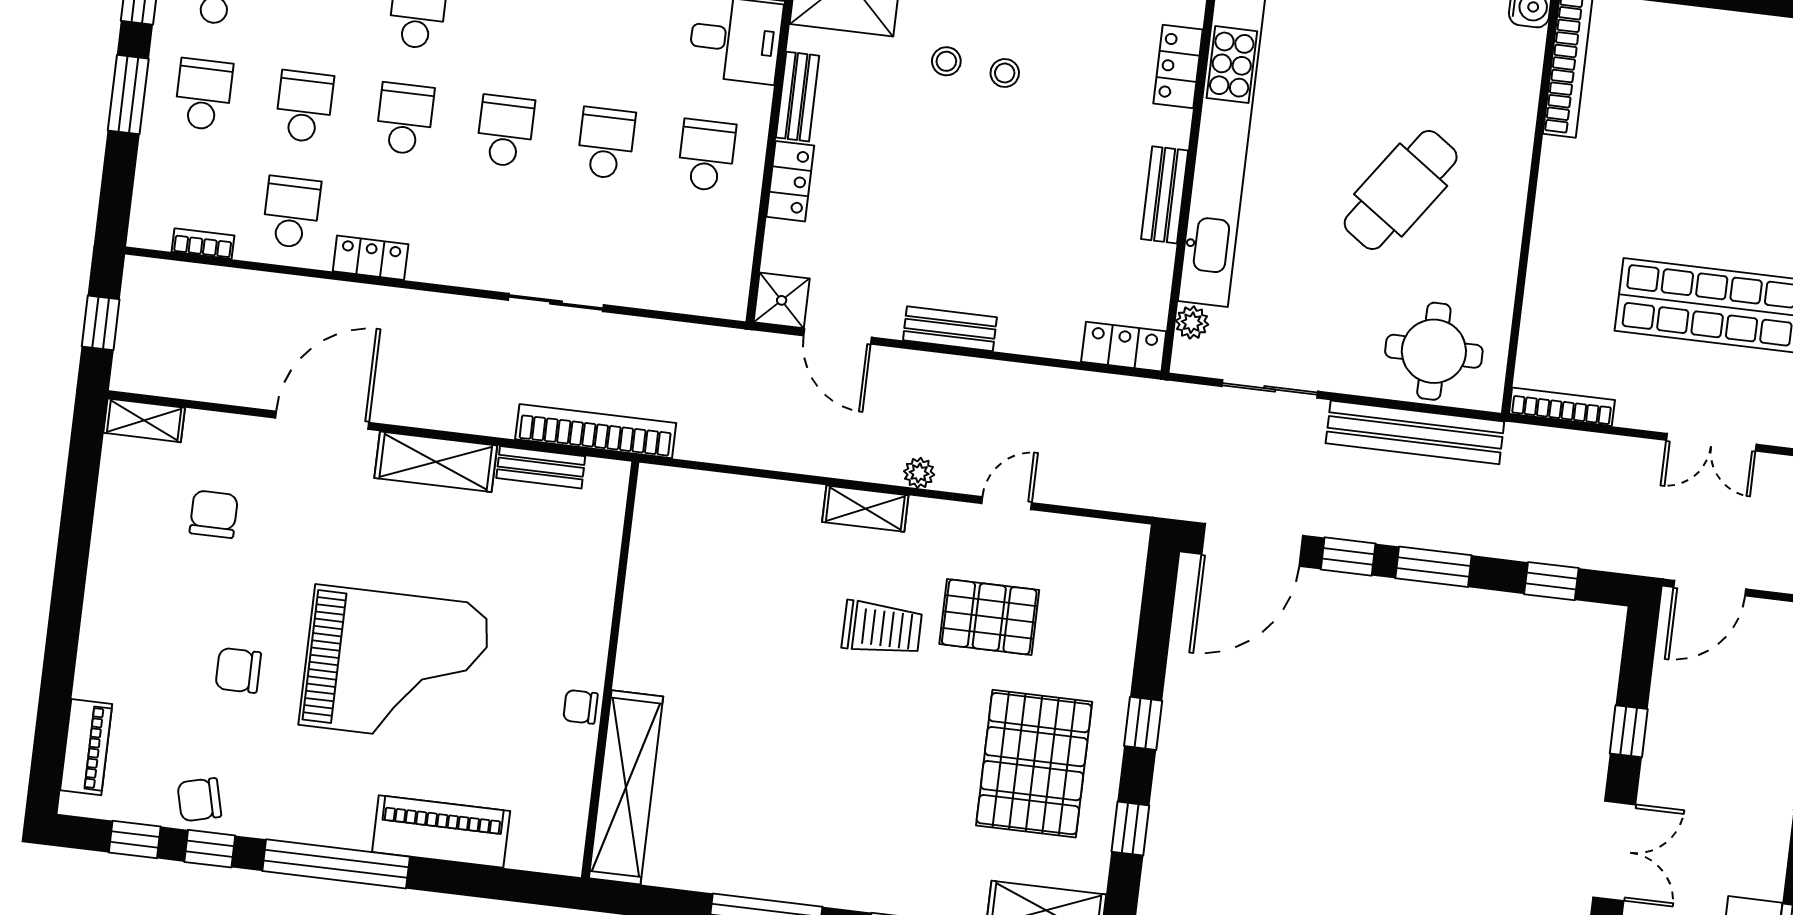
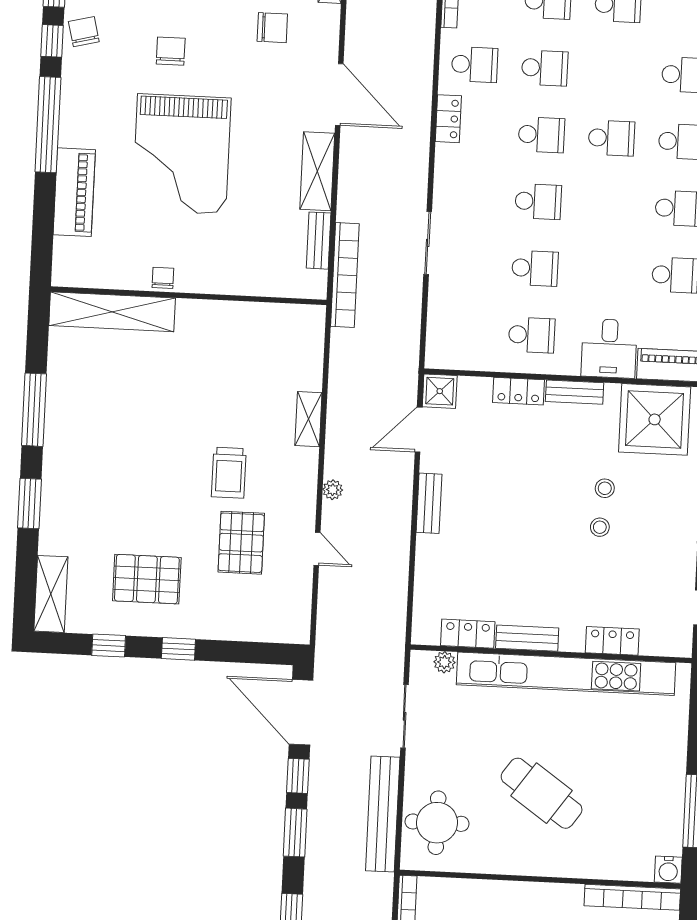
locker: (1124, 347) -> (468, 634), moved, turned -90
shelving: (865, 509) -> (308, 419), moved
pallet: (1034, 764) -> (147, 579), width x0.73, depth x0.71

